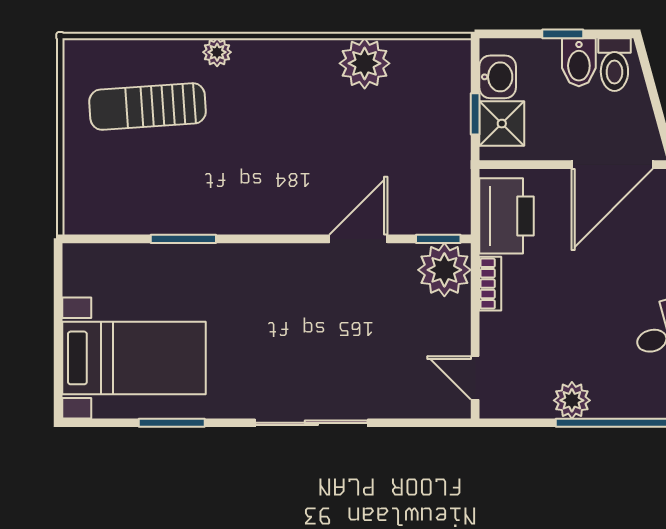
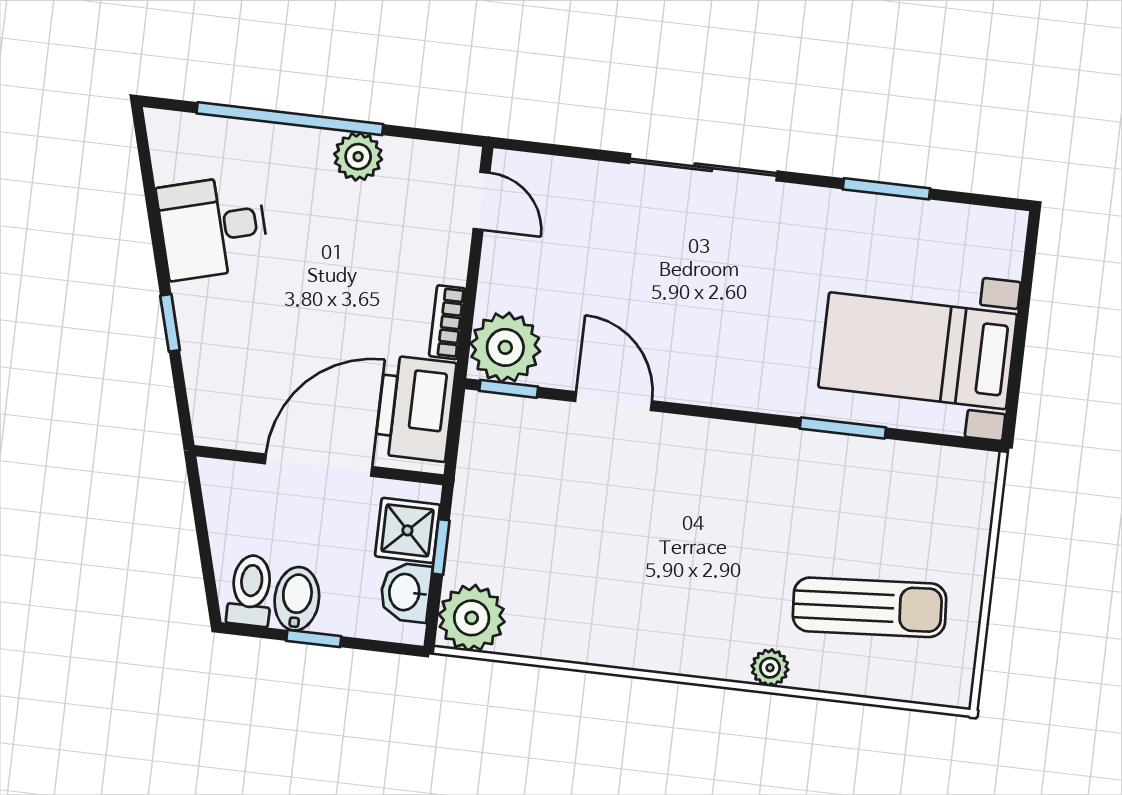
plant: (365, 63) -> (472, 618), moved
door: (612, 165) -> (319, 465), moved
door: (358, 239) -> (613, 401), swing flipped
bed with nightstands: (134, 358) -> (918, 351), moved

